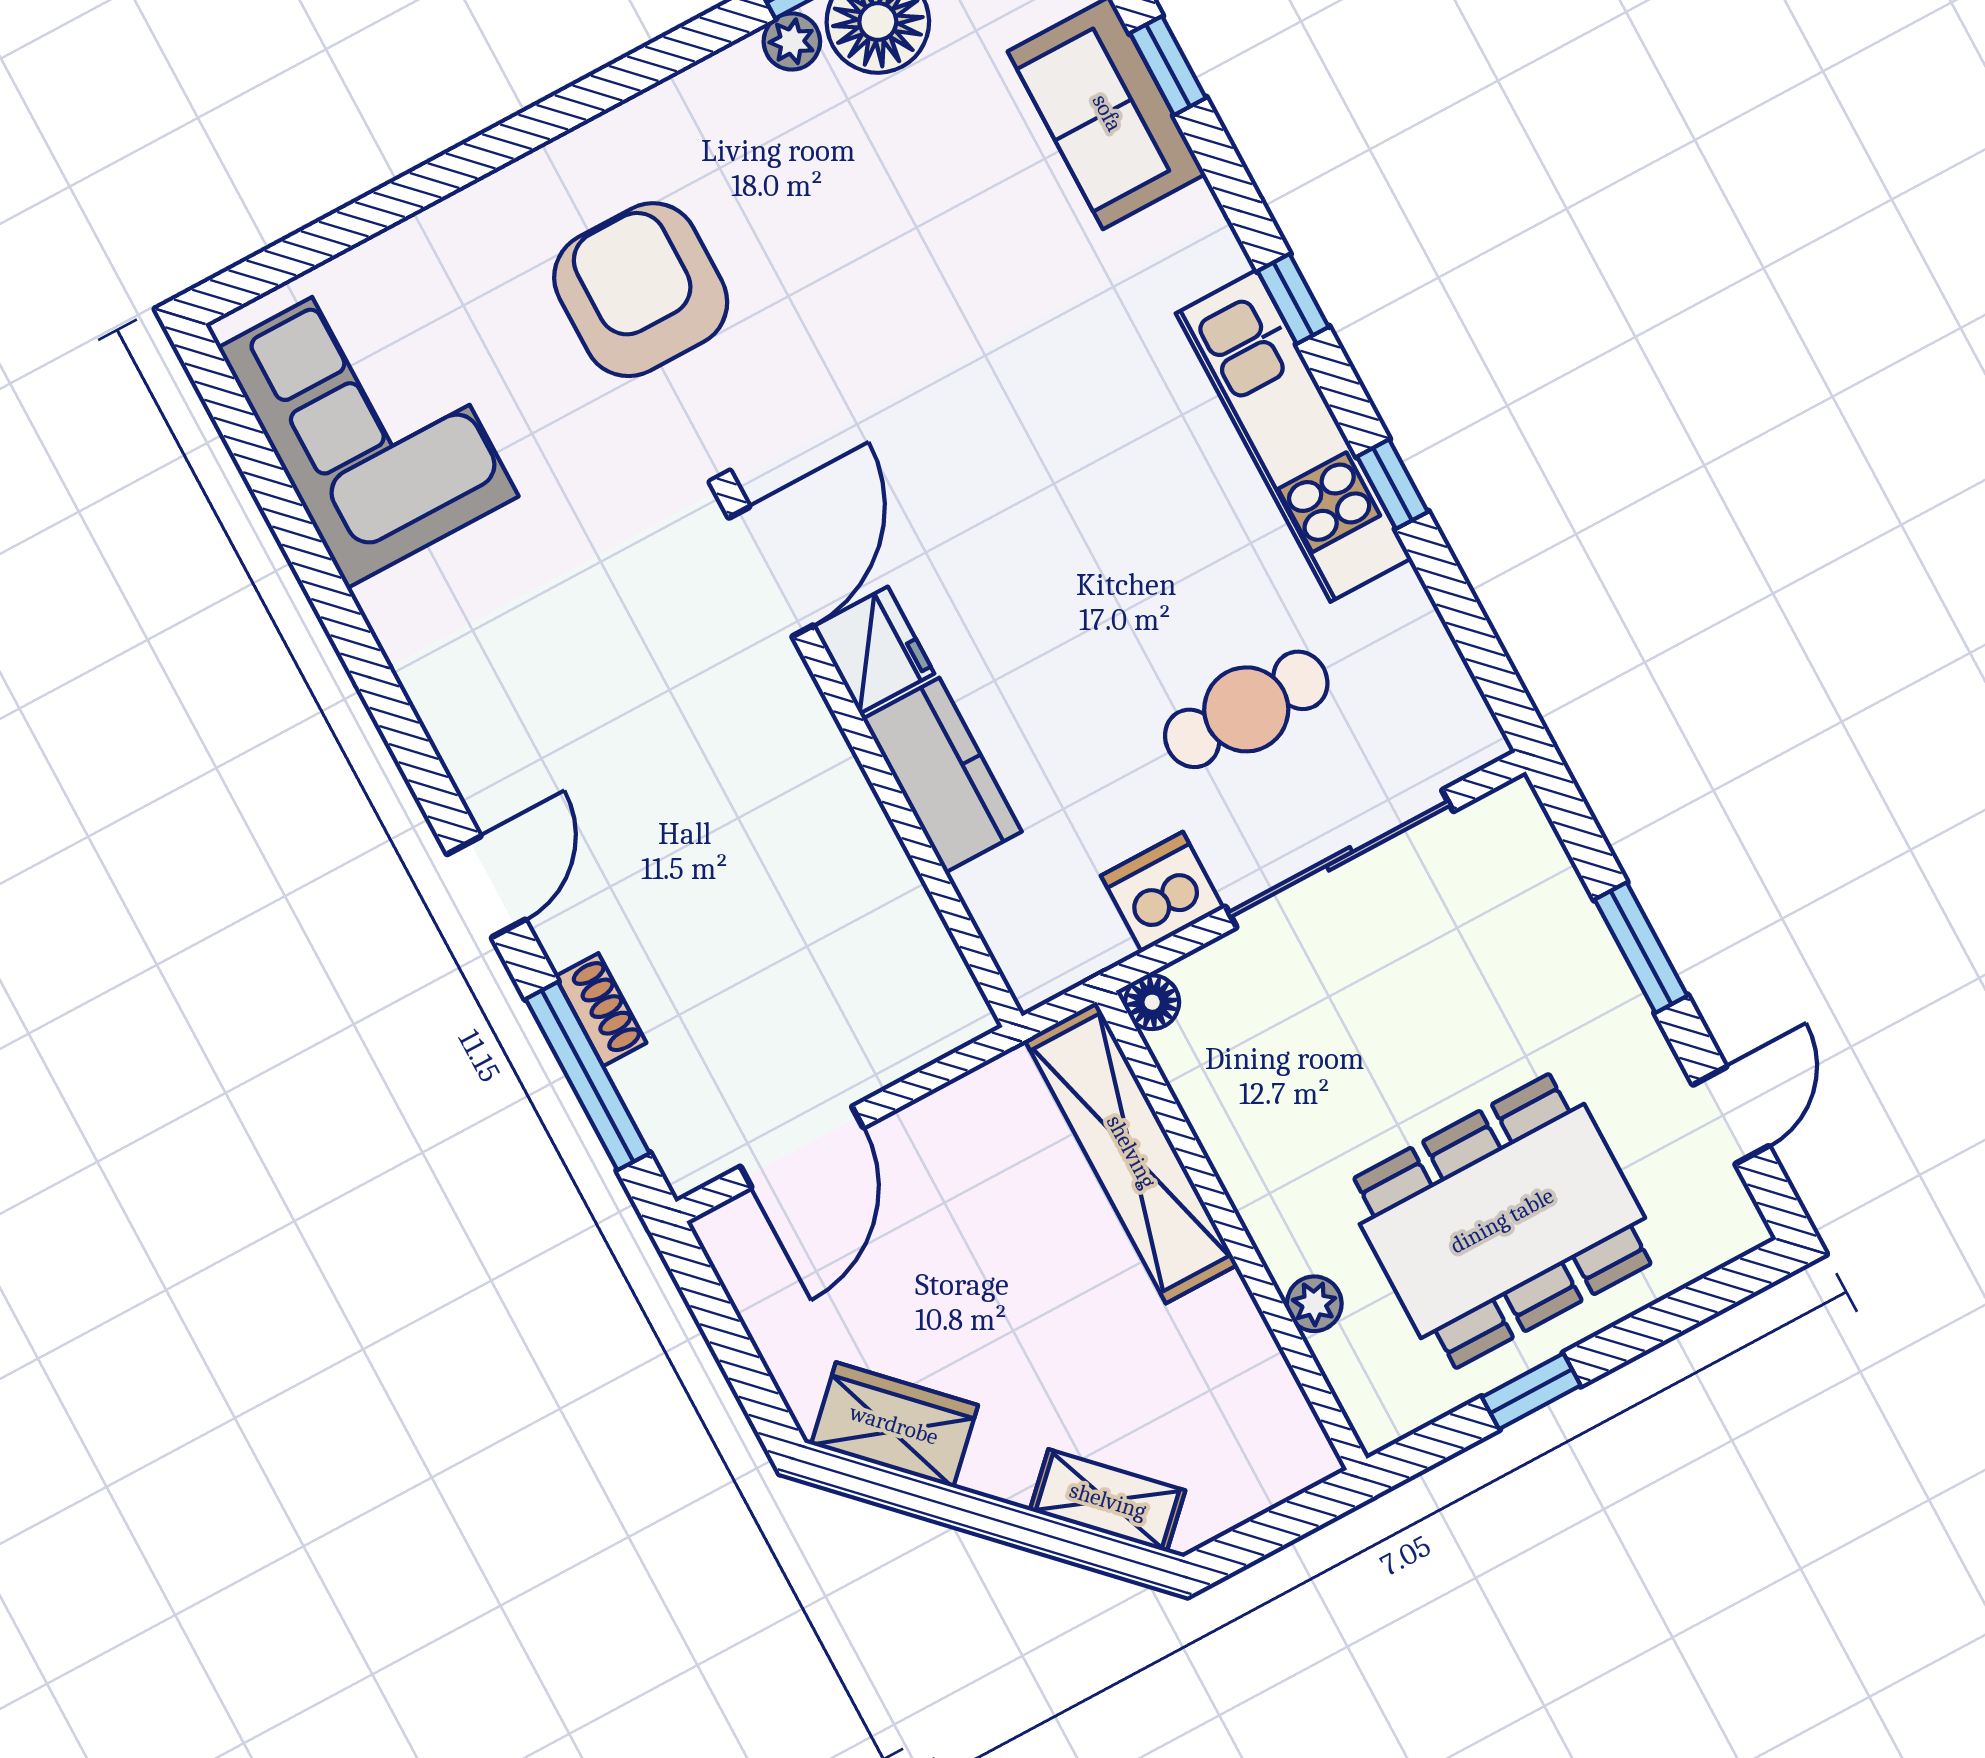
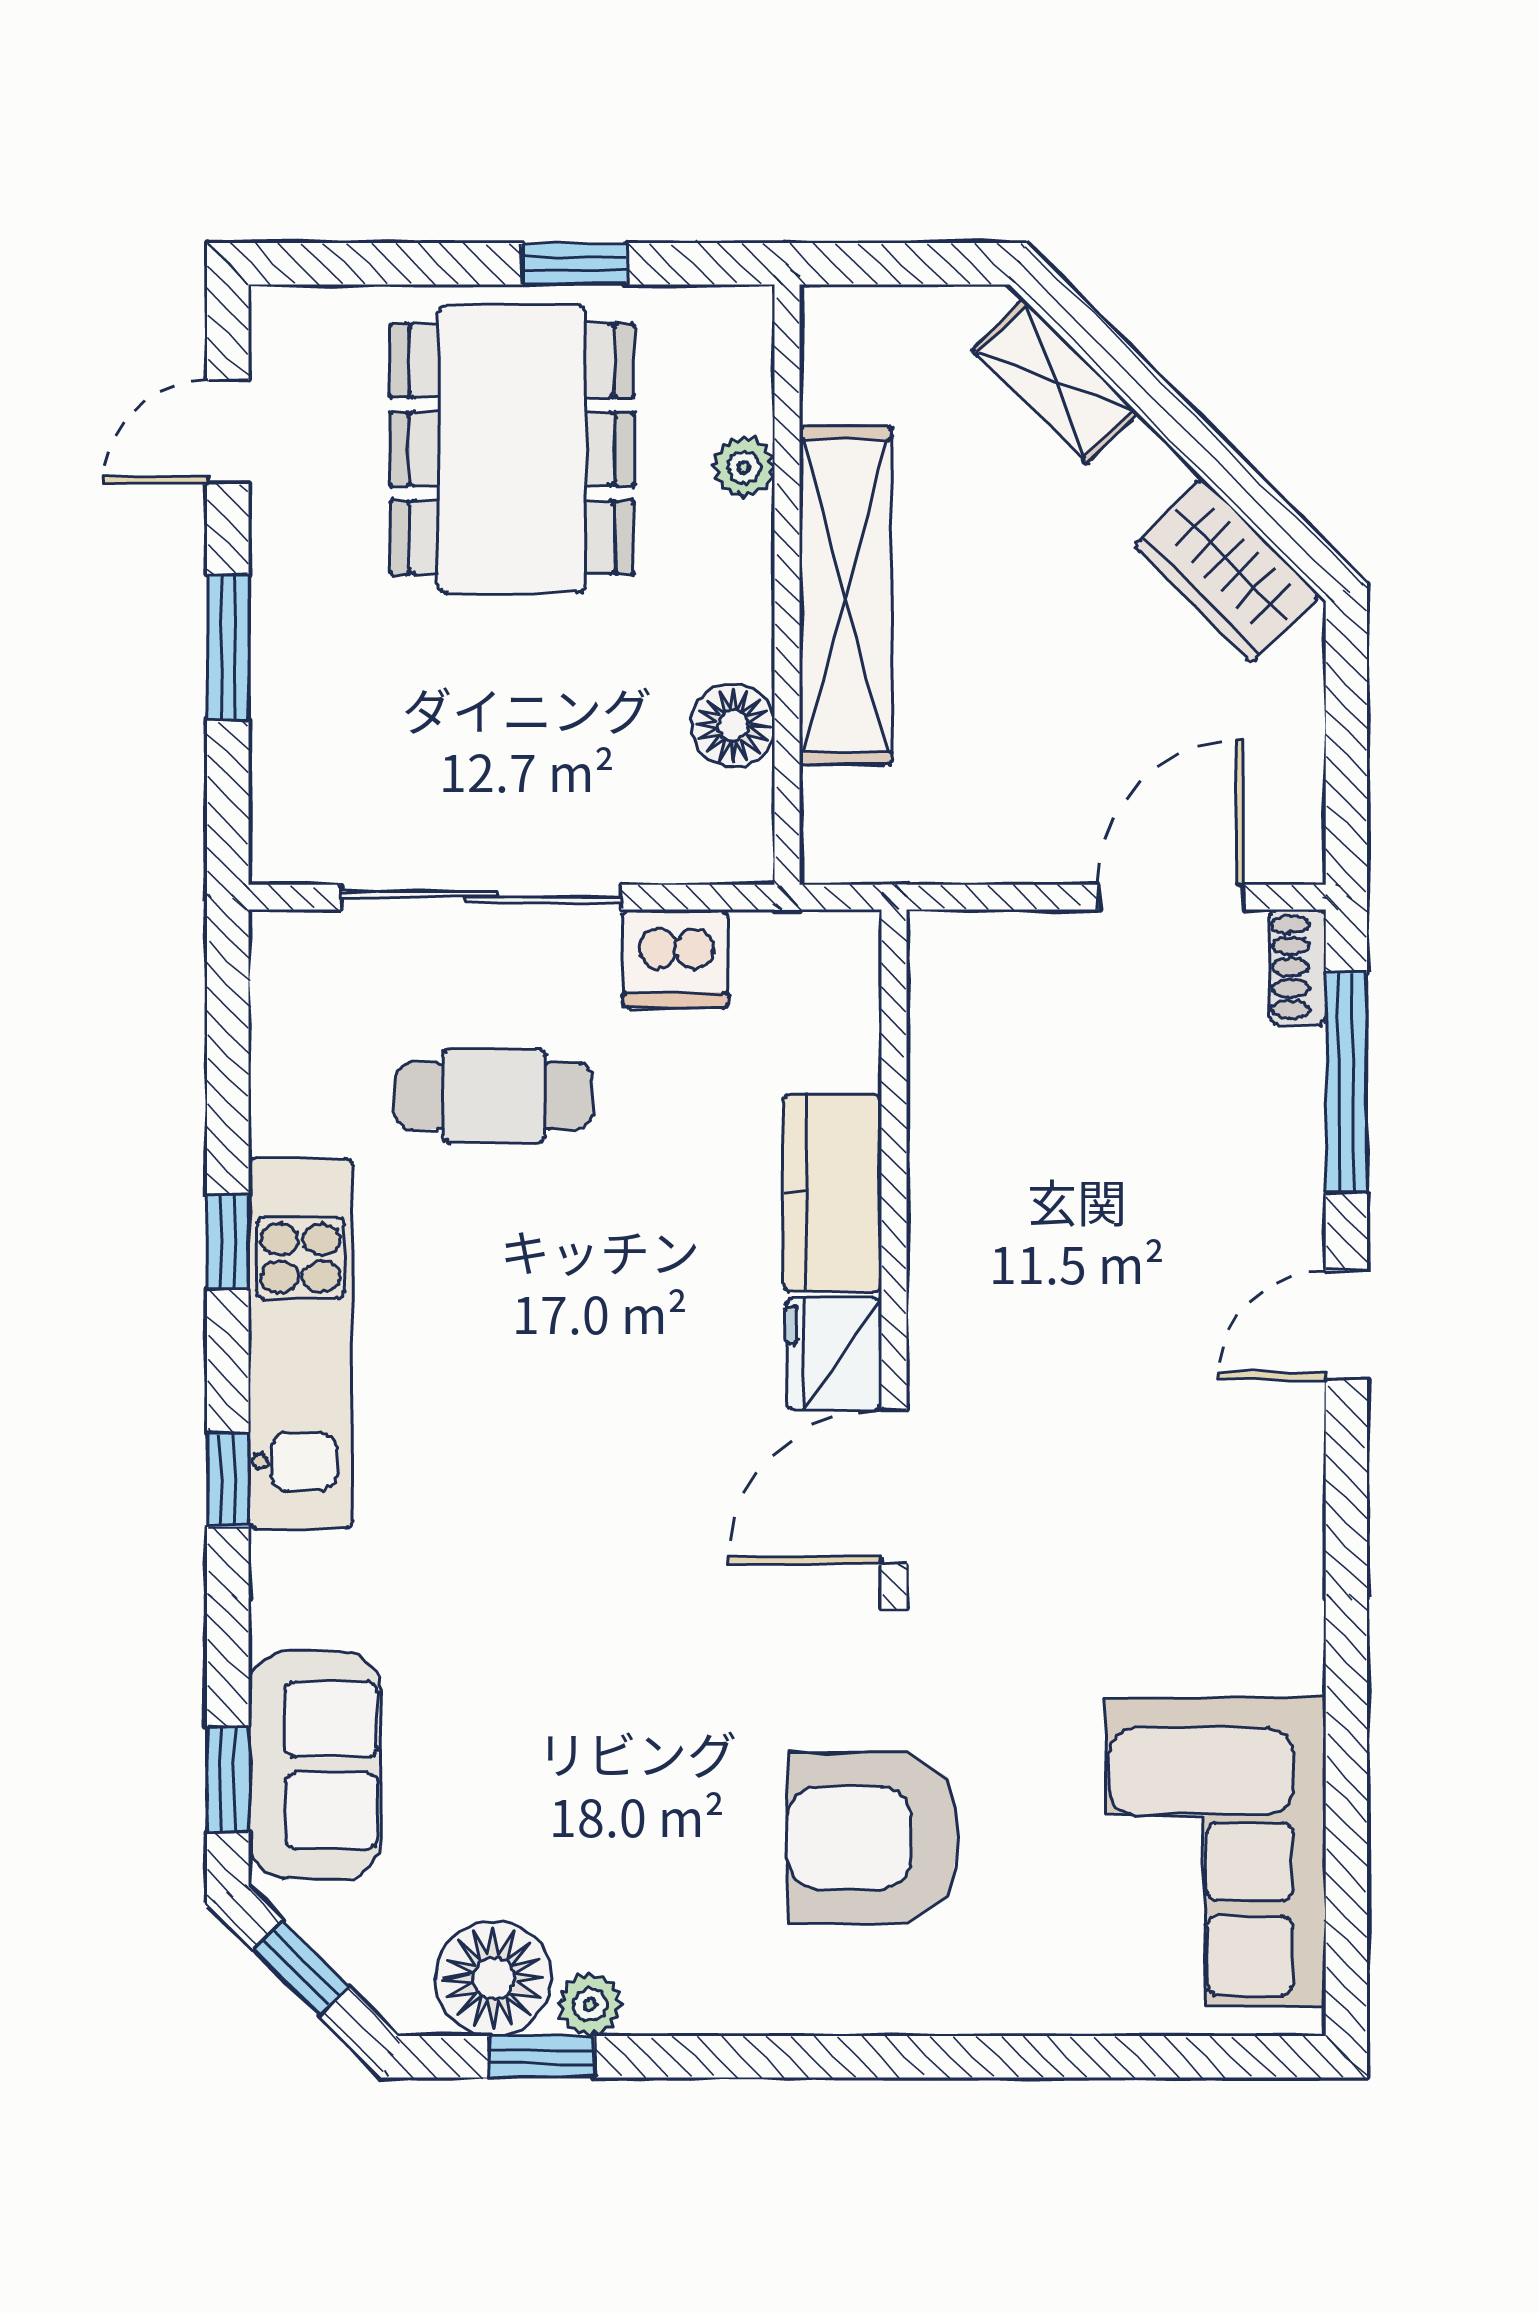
armchair: (641, 290) -> (873, 1838), turned 90
floor lamp: (1152, 1002) -> (733, 726), moved, width x1.37, depth x1.37
shoe rack: (601, 1010) -> (1298, 967), moved
shelving: (1131, 1152) -> (846, 595), moved
dining table: (1502, 1221) -> (512, 449), turned 90

